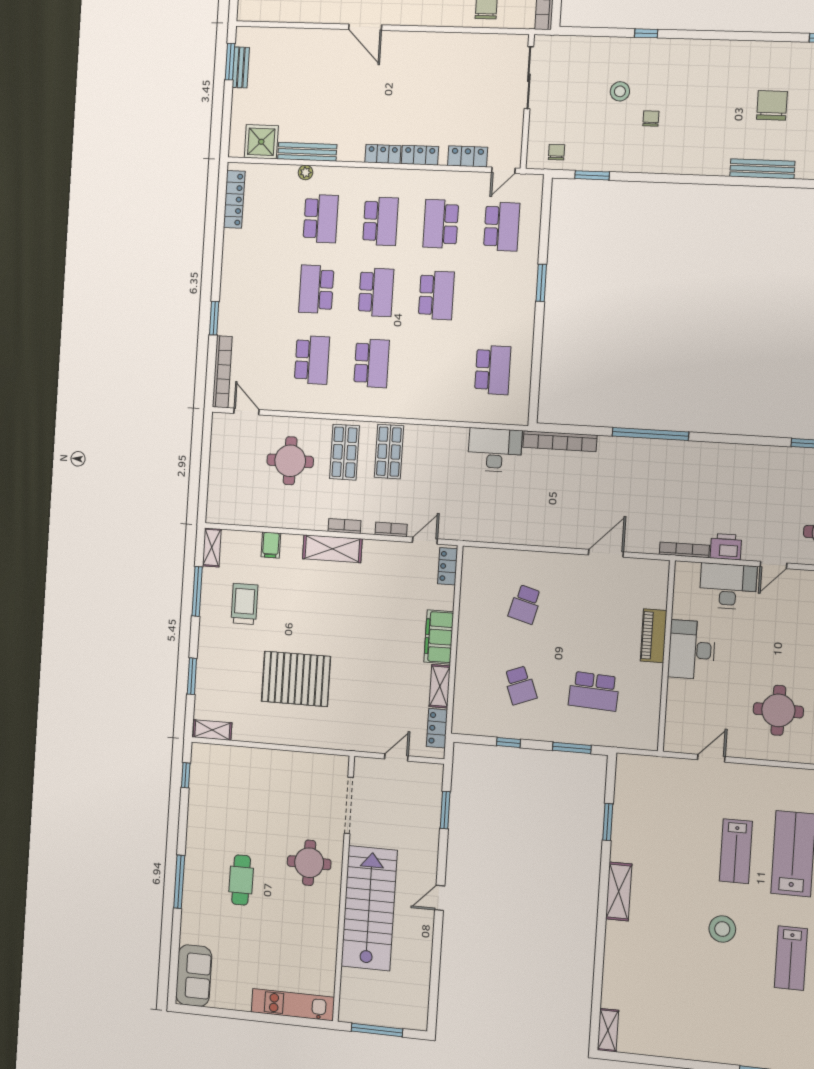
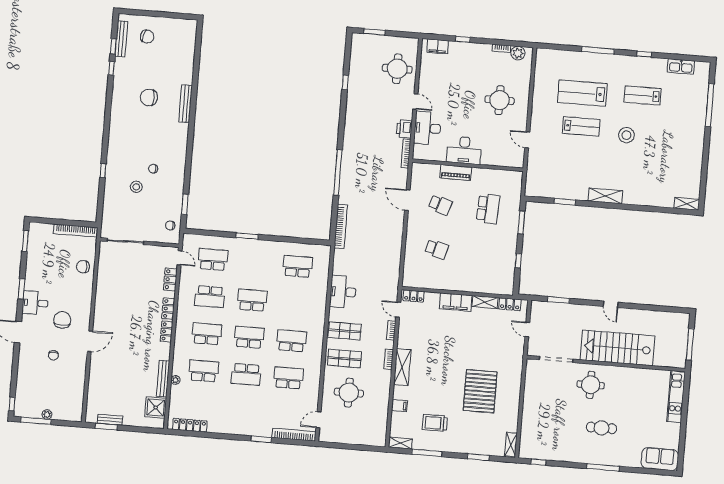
desk: (495, 450) -> (343, 292), moved
school desk: (520, 685) -> (440, 205), moved, turned 39
lab bench: (791, 958) -> (643, 95), turned 180

